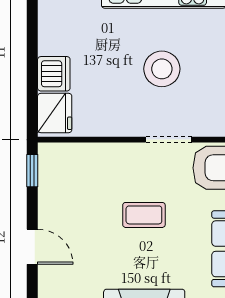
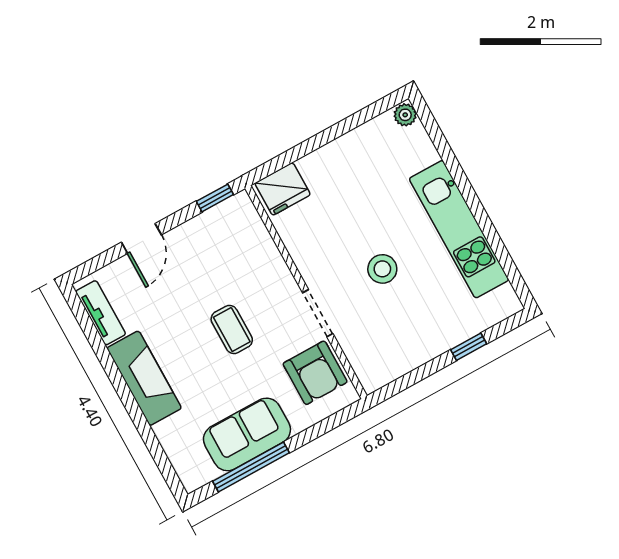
stool: (162, 69) -> (382, 269), width x0.73, depth x0.73
dishwasher: (54, 74) -> (320, 167), removed

